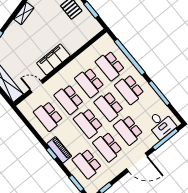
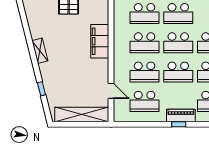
filing cabinet: (53, 59) -> (100, 41), moved
door: (36, 86) -> (111, 91), swing flipped

